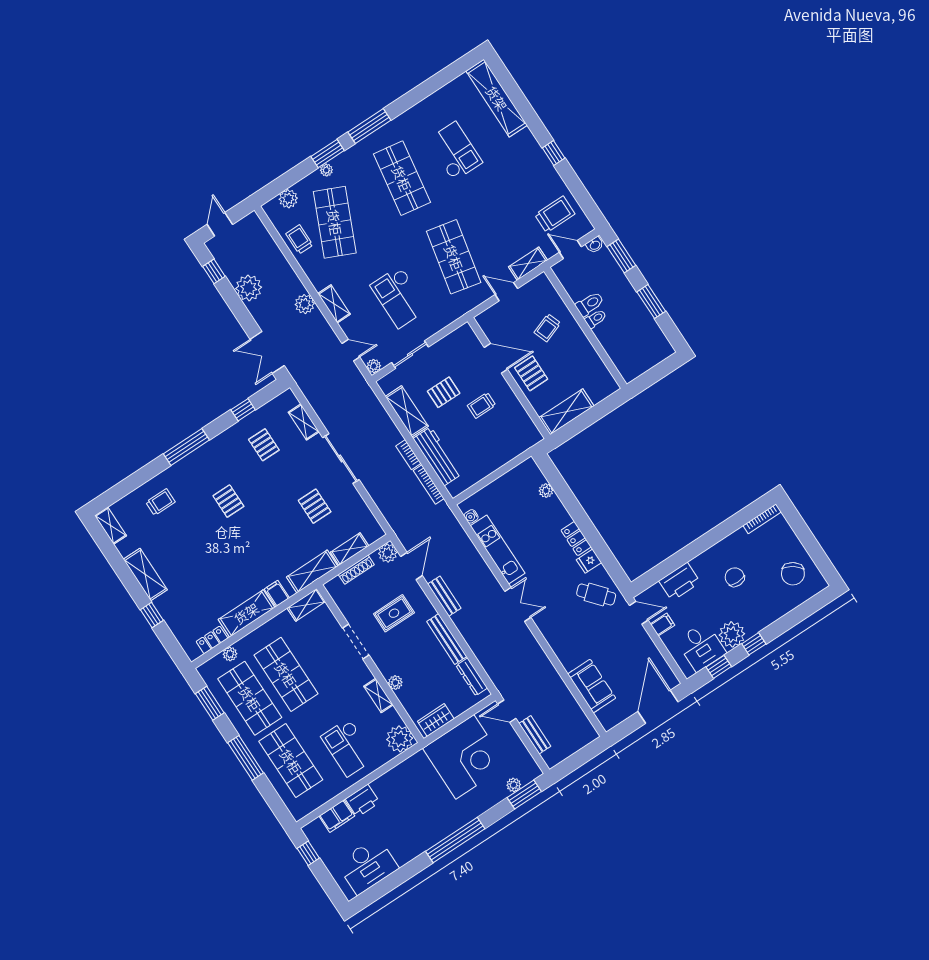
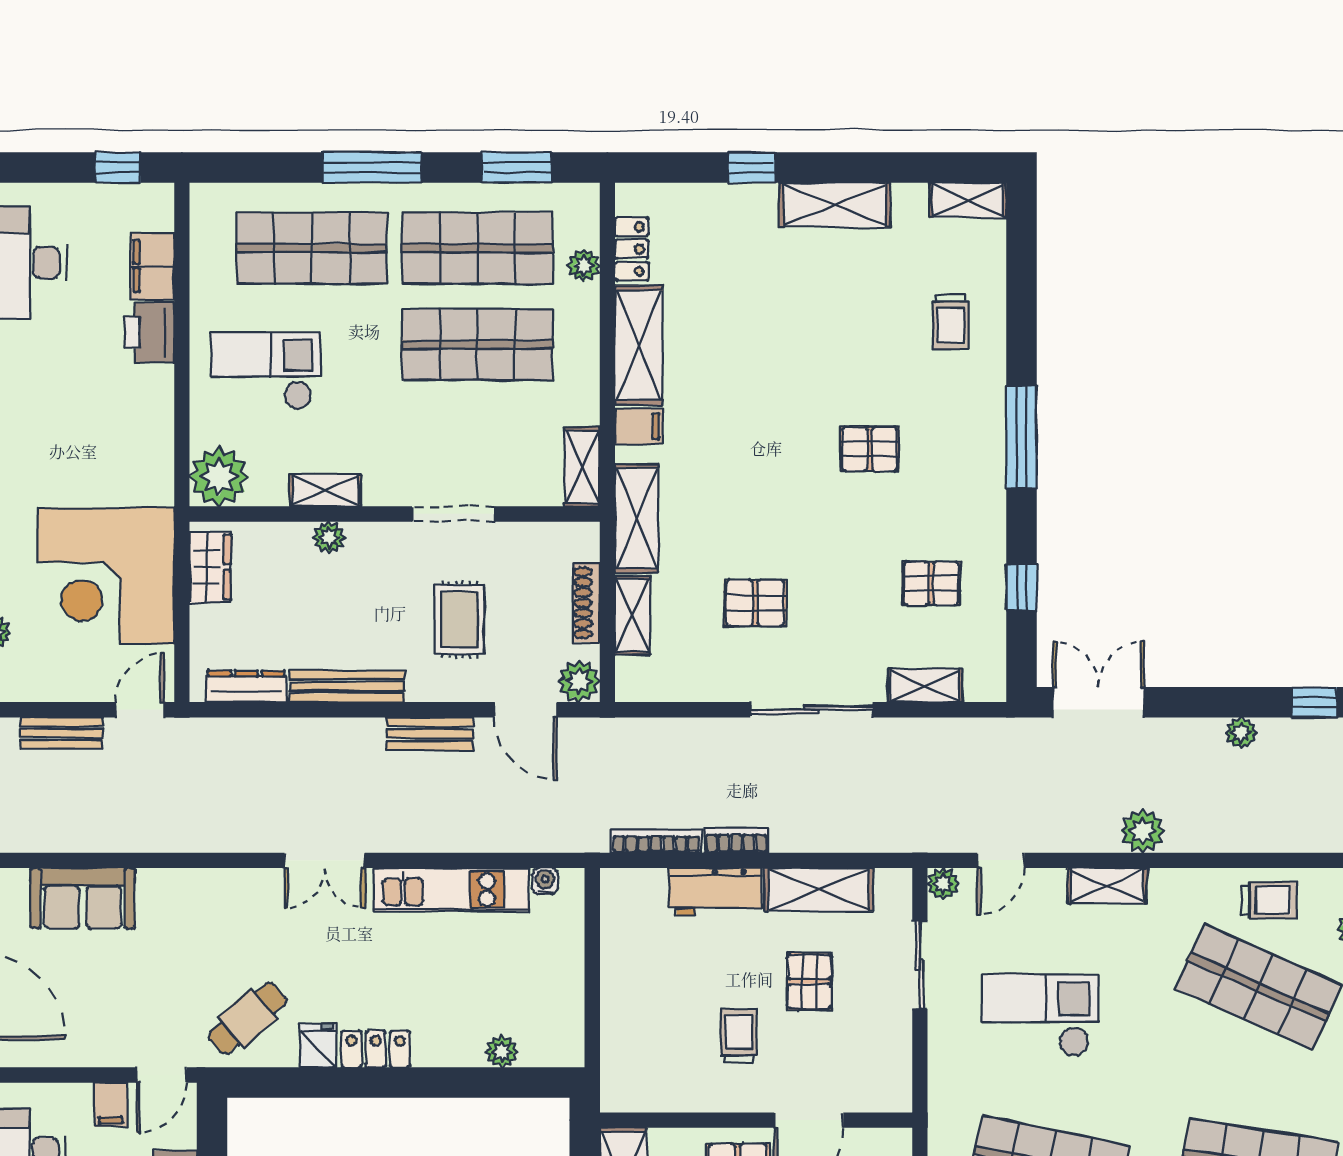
plant: (249, 288) -> (1241, 733), width x0.53, depth x0.53
workbench: (437, 456) -> (715, 892), width x0.73

